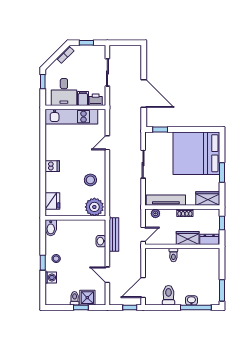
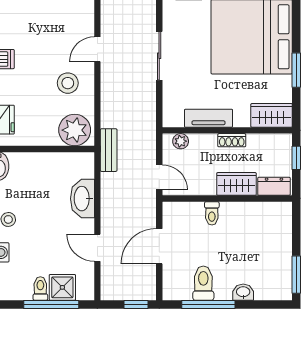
door: (107, 143) -> (97, 49), moved
tv unit: (166, 200) -> (208, 118), width x0.71
door: (143, 234) -> (159, 177), hinge flipped
bench: (114, 235) -> (109, 150), moved, width x0.73
washbasin: (101, 241) -> (82, 199), width x1.91, depth x1.45
door: (143, 287) -> (159, 246), moved
window: (81, 308) -> (51, 305), width x2.17
window: (196, 308) -> (208, 305), moved

